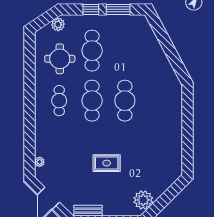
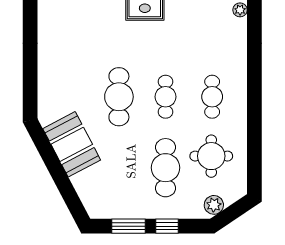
booth: (158, 67) -> (72, 144), added
cafe table: (92, 101) -> (166, 97), width x0.73, depth x0.74

